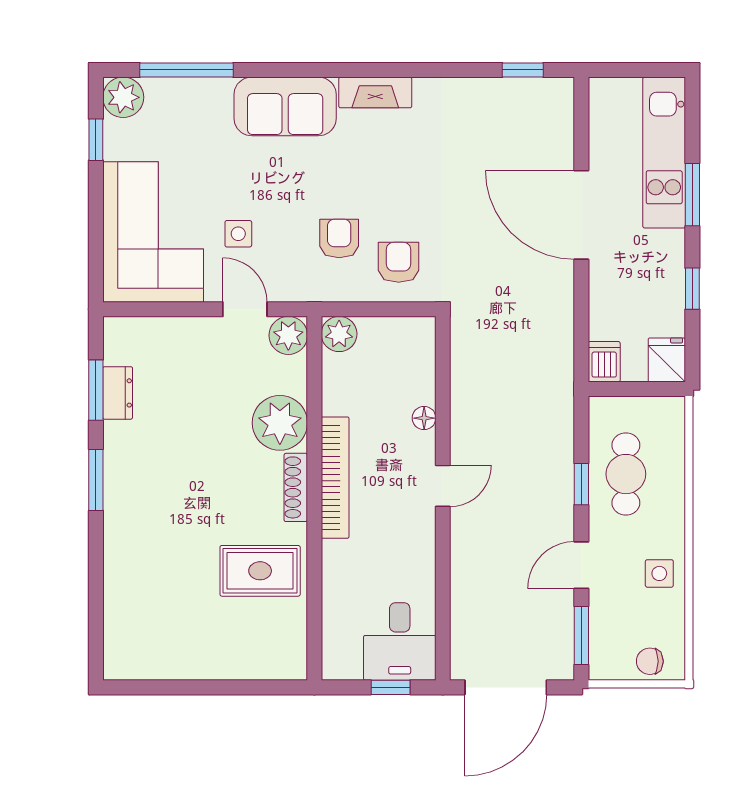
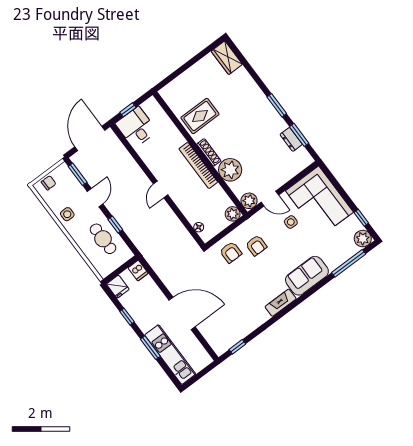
floor lamp: (424, 418) -> (199, 227), moved
wardrobe: (124, 645) -> (227, 58), added

